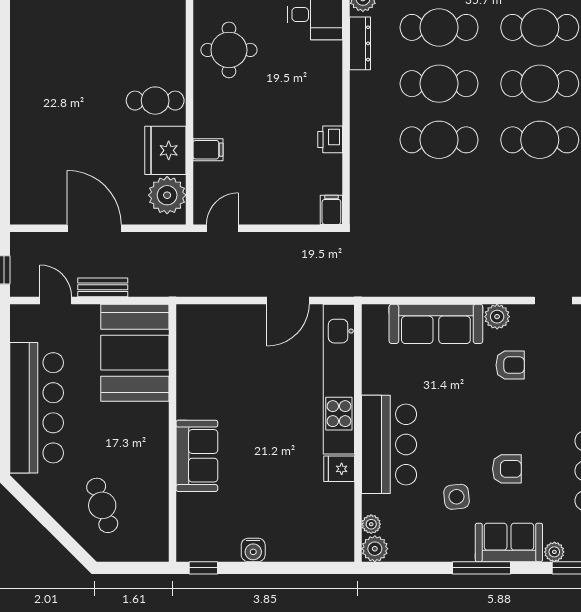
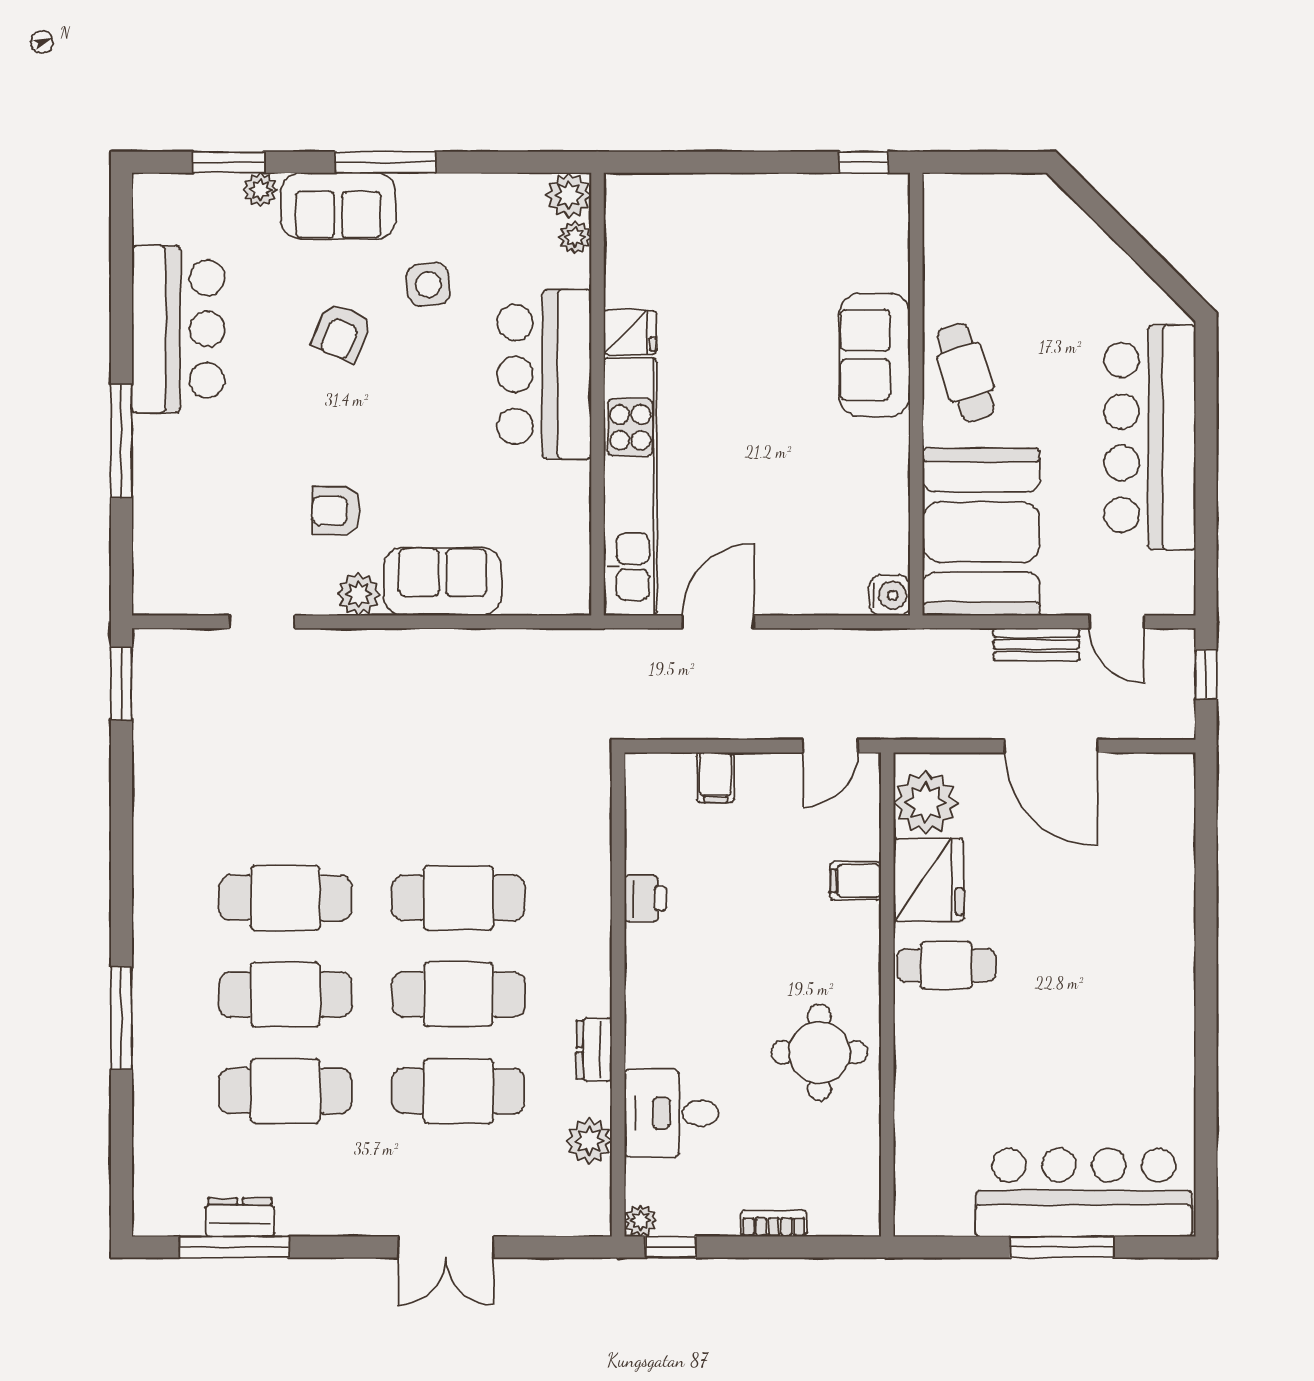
dresser: (360, 43) -> (594, 1050), width x0.70
filing cabinet: (331, 210) -> (715, 777), moved
sofa: (436, 324) -> (442, 582), width x0.73
armchair: (507, 469) -> (342, 332), turned -67
cafe table: (102, 505) -> (965, 372), moved
water cooler: (253, 550) -> (890, 595), moved, turned 90

